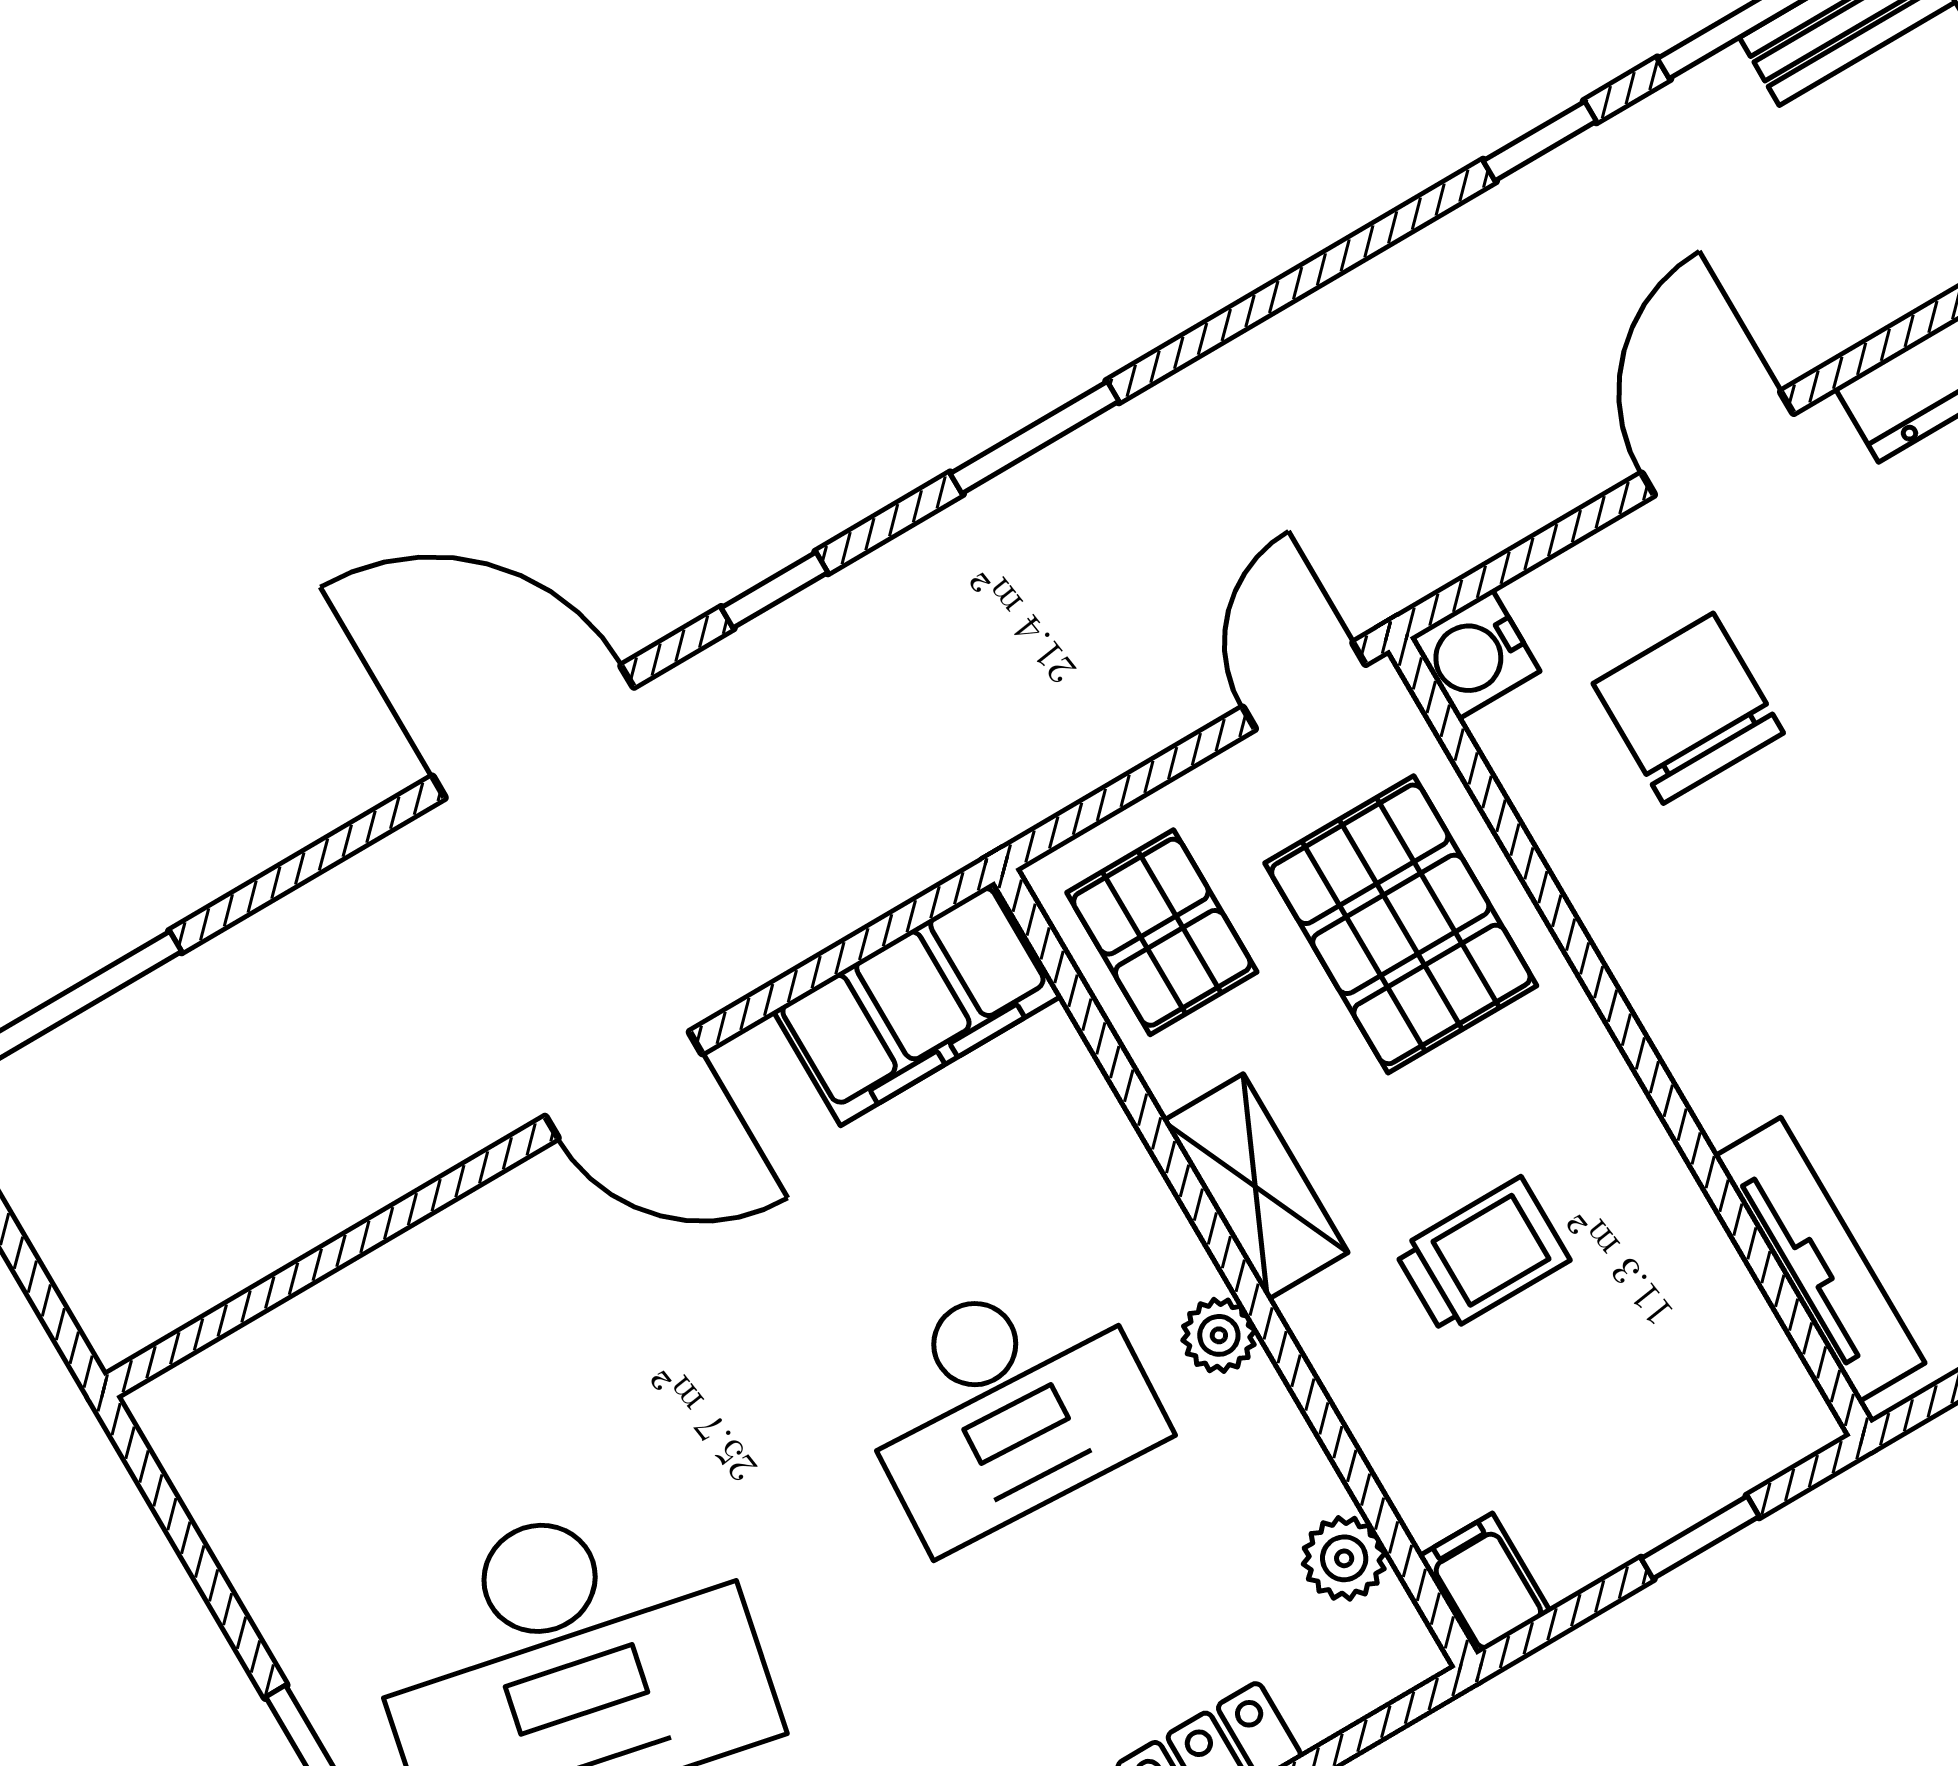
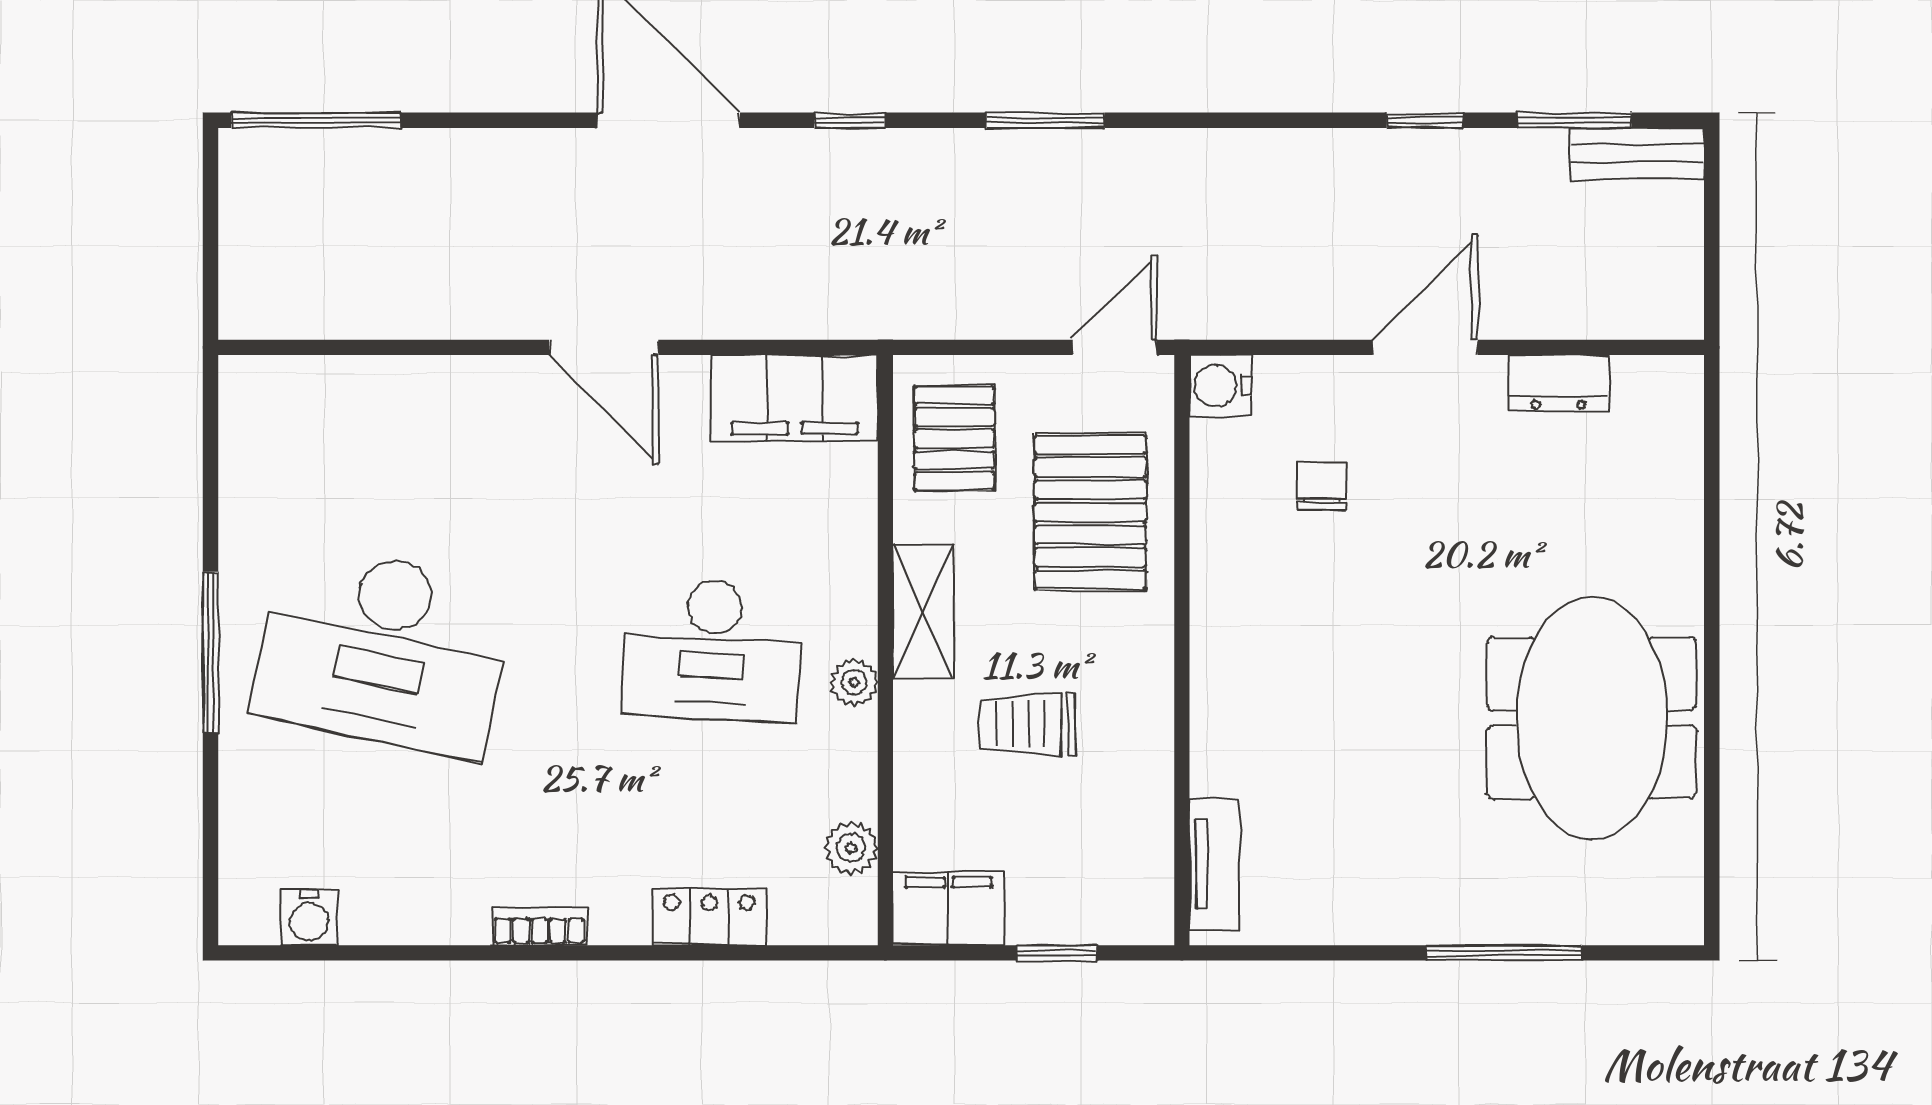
chair: (1688, 708) -> (1322, 486), width x0.54, depth x0.54
trolley: (1482, 1256) -> (1027, 724), turned 180
tv unit: (1820, 1260) -> (1214, 864), width x0.71
filing cabinet: (1484, 1584) -> (949, 908), width x2.00

